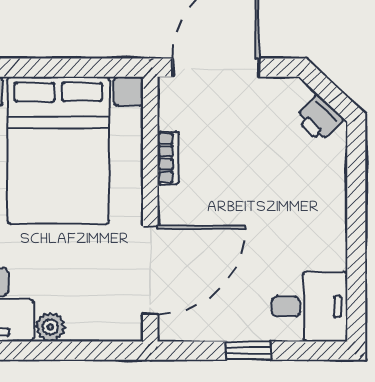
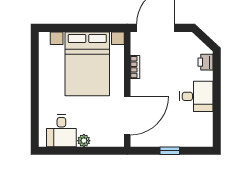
printer: (319, 118) -> (205, 62), moved, turned 47
desk: (309, 306) -> (196, 96), moved

